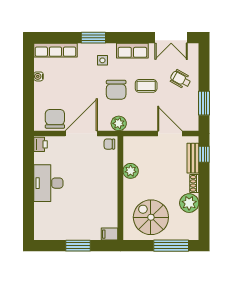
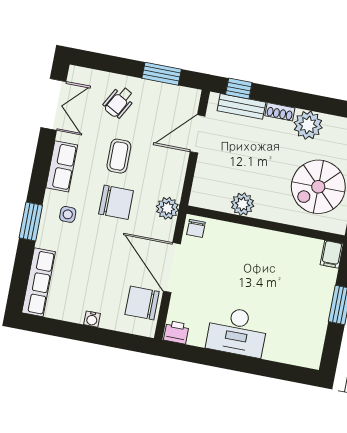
water cooler: (38, 76) -> (92, 319), moved

